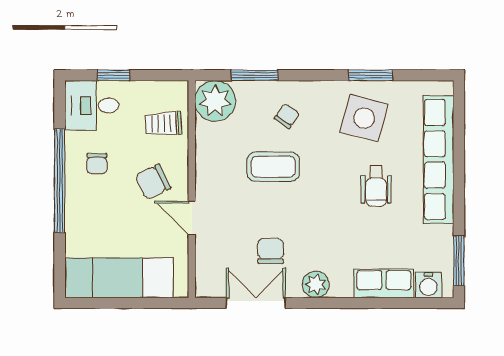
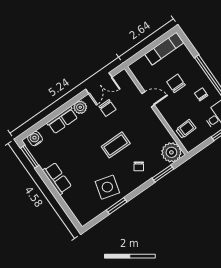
row of seats: (438, 160) -> (57, 178), width x0.50
coffee table: (273, 167) -> (116, 145), moved
chair: (153, 182) -> (176, 83), moved, turned -64
wheelchair: (376, 186) -> (84, 163), removed
exam couch: (119, 278) -> (164, 49), width x0.73, depth x0.69
row of seats: (384, 284) -> (62, 120), moved

